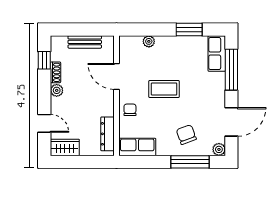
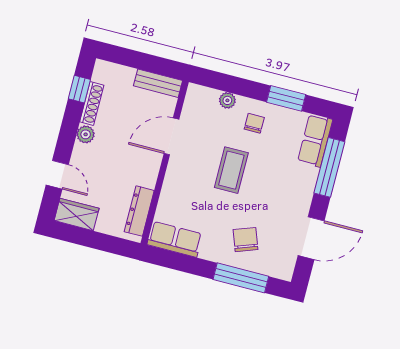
bench: (85, 42) -> (158, 83), moved
shoe rack: (55, 72) -> (92, 104), width x1.43
door: (117, 76) -> (171, 136), hinge flipped
coffee table: (164, 89) -> (231, 170), turned 90
chair: (130, 110) -> (254, 123), moved
plant: (219, 149) -> (285, 271), removed

